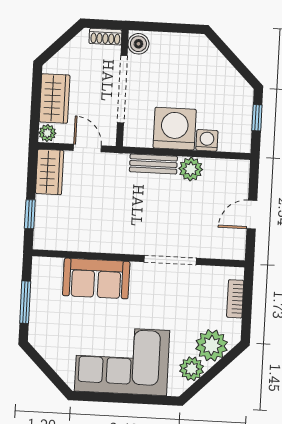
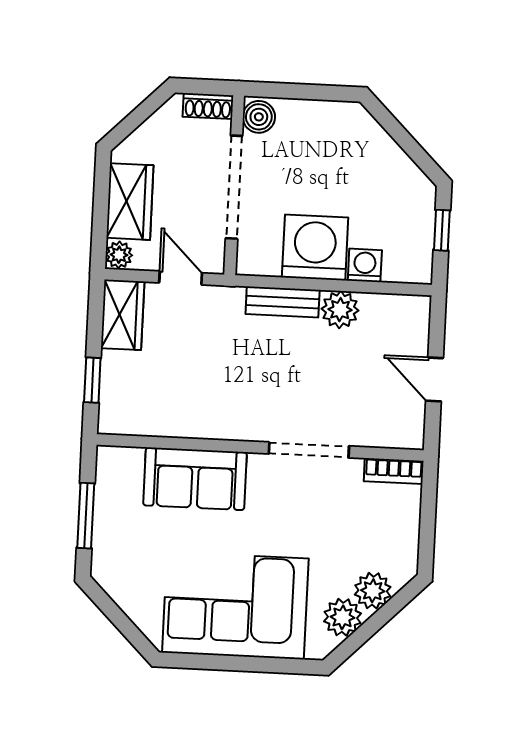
door: (252, 215) -> (435, 379), hinge flipped
bookcase: (235, 299) -> (394, 471), moved, turned -90
plant: (212, 345) -> (373, 591), width x0.73, depth x0.73

